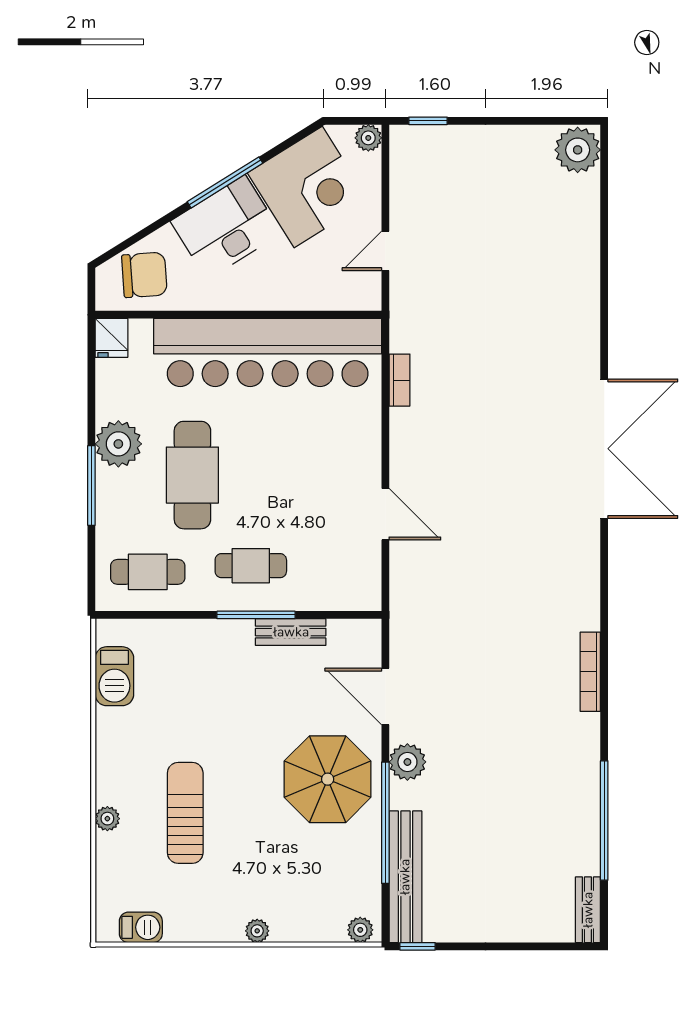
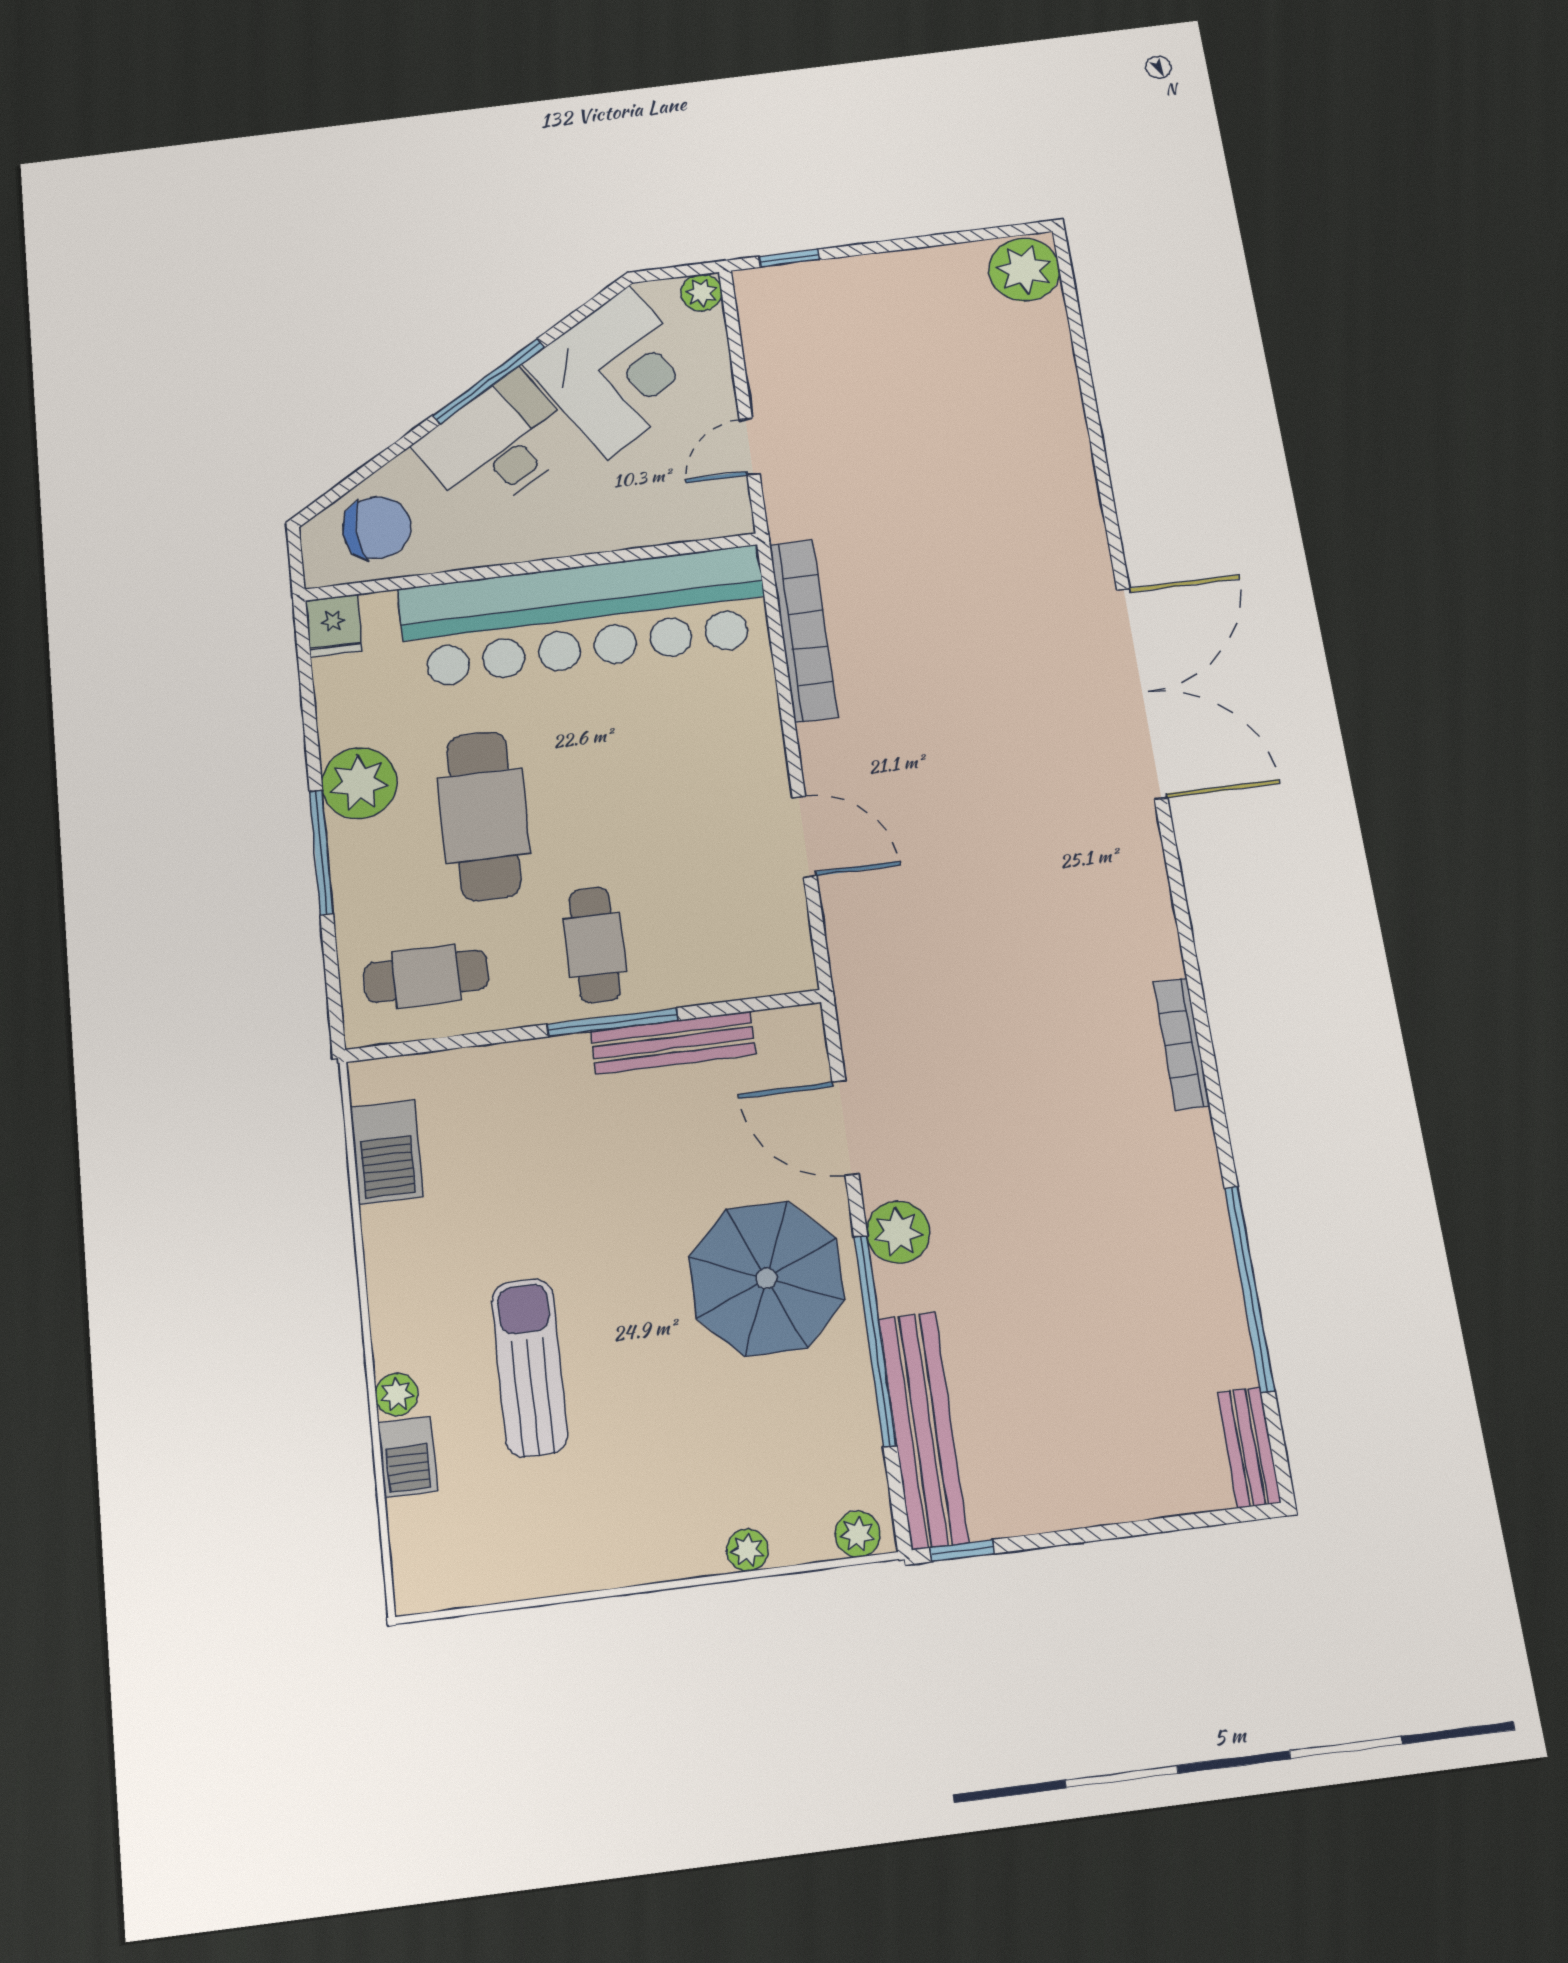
bookcase: (400, 380) -> (804, 630), width x2.31, depth x1.31
cafe table: (251, 566) -> (595, 945), turned 90
bench: (291, 632) -> (673, 1043), width x1.36
barbecue: (141, 927) -> (408, 1457), moved, turned 90
plant: (257, 931) -> (747, 1550), moved

